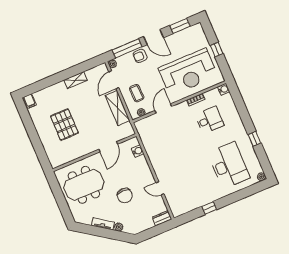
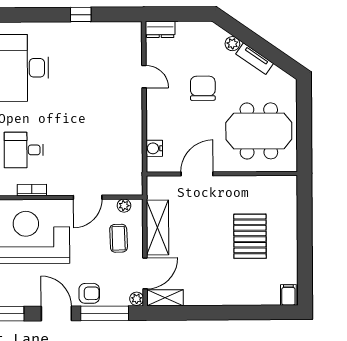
shelving: (75, 80) -> (165, 298), moved

